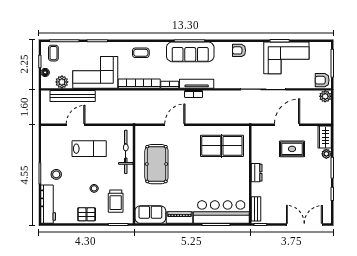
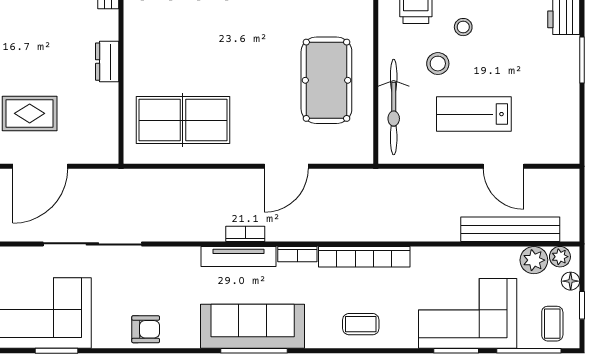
corner sofa: (95, 72) -> (468, 313), moved, turned 180
plant: (50, 84) -> (560, 257), added
door: (76, 125) -> (503, 166), hinge flipped
stool: (56, 174) -> (438, 64), moved

